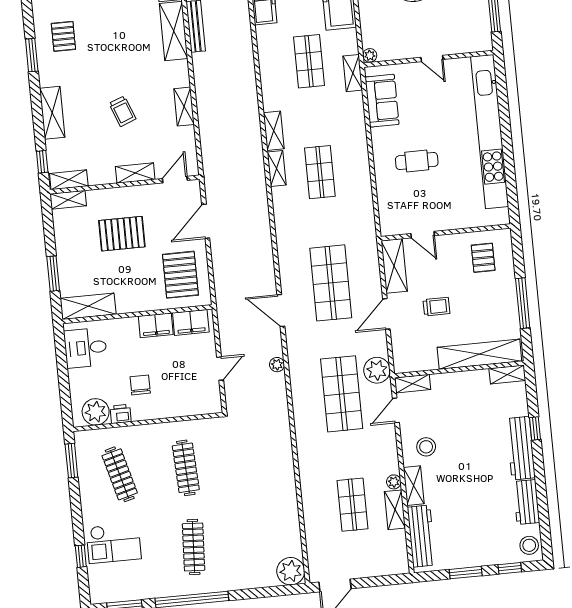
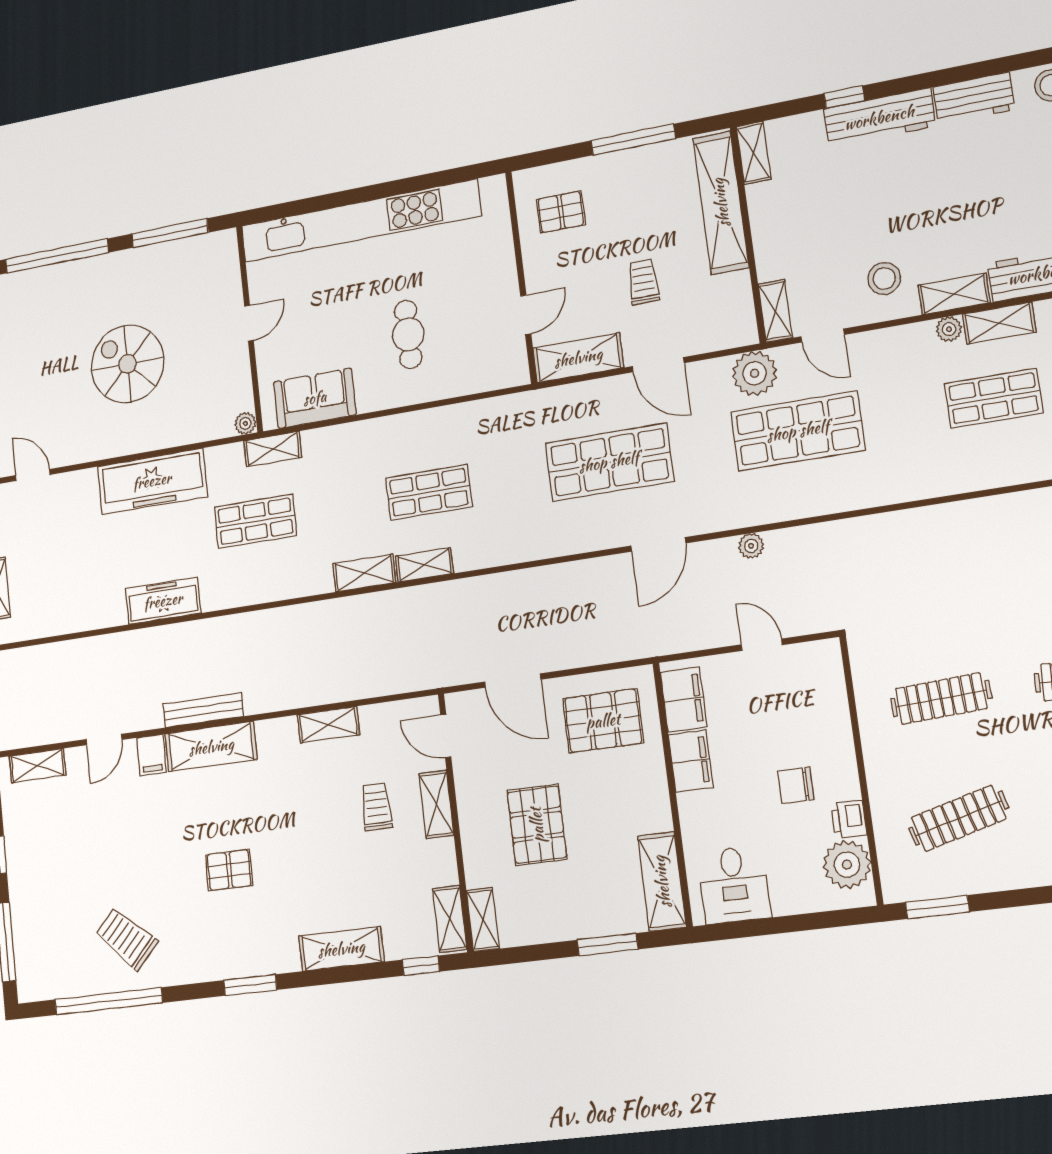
pallet: (63, 36) -> (229, 870), moved
trolley: (122, 111) -> (377, 807), moved, turned -69

